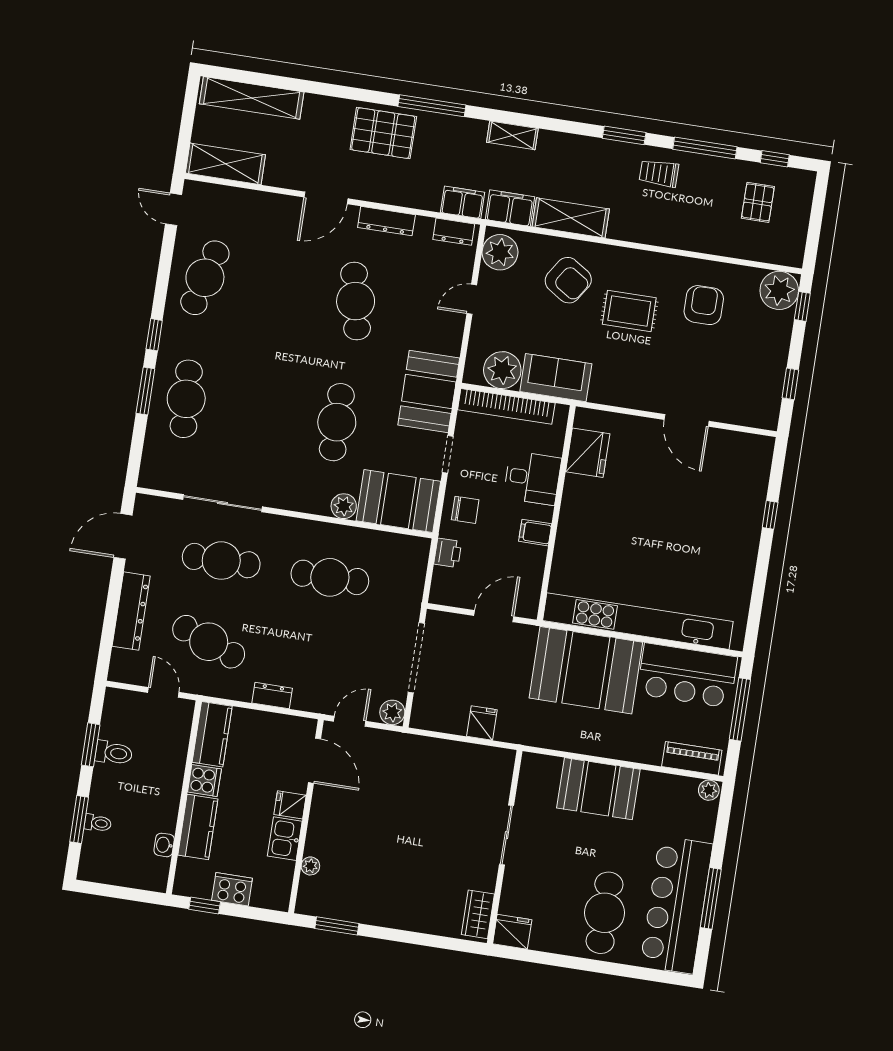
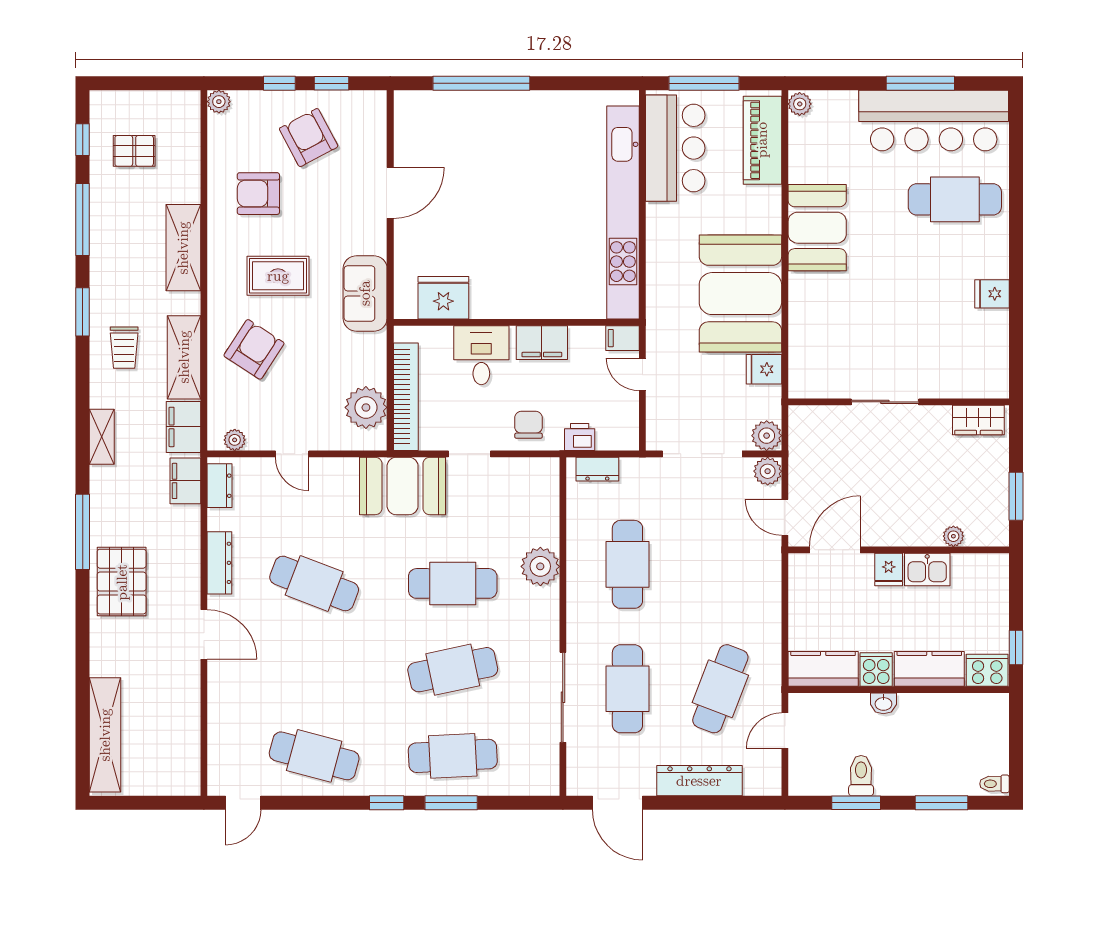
shelving: (225, 164) -> (183, 248), moved
trolley: (659, 173) -> (124, 348), moved
plant: (500, 252) -> (235, 440), width x0.53, depth x0.53
plant: (779, 290) -> (219, 102), width x0.53, depth x0.53
cafe table: (356, 301) -> (314, 583), turned 33
window: (802, 306) -> (279, 83), moved
rug: (629, 311) -> (278, 276), turned 90
armchair: (746, 357) -> (309, 138), added
sofa: (556, 378) -> (365, 293), moved
cafe table: (262, 410) -> (453, 670), added
booth: (398, 501) -> (530, 501), removed
plant: (344, 506) -> (540, 566), width x1.36, depth x1.36
window: (770, 515) -> (481, 83), width x3.17
filing cabinet: (535, 533) -> (542, 343), width x2.00
filing cabinet: (528, 604) -> (622, 338), added
door: (494, 616) -> (642, 374), width x0.73
booth: (586, 670) -> (740, 294), moved
dresser: (272, 696) -> (597, 469), moved, turned -90
plant: (424, 716) -> (767, 436), added
piano: (692, 758) -> (762, 140), width x1.37, depth x1.33
toilet: (98, 823) -> (994, 784), moved, turned -90
sliding door: (506, 835) -> (885, 402), moved
washbasin: (164, 845) -> (883, 703), moved
wall: (505, 847) -> (899, 402), moved
cooker: (232, 889) -> (987, 670), moved, turned 90
wardrobe: (478, 914) -> (978, 420), moved
fridge: (512, 932) -> (992, 294), width x0.72

